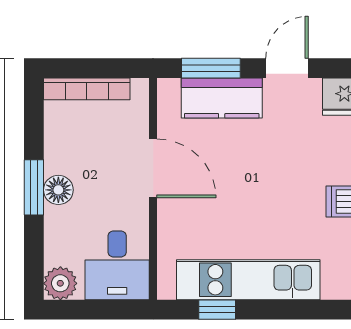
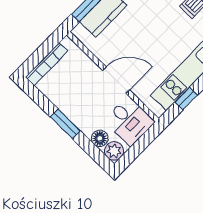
door: (153, 168) -> (116, 80), moved
floor lamp: (58, 190) -> (100, 138), moved

